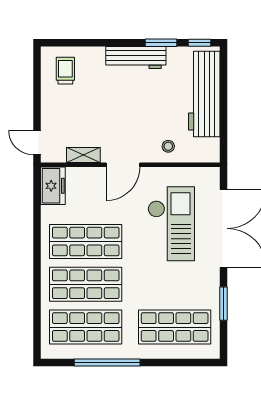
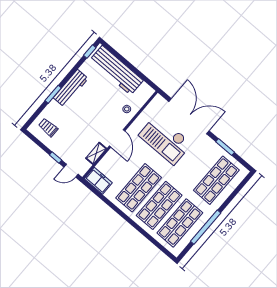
window: (161, 43) -> (53, 94), moved
window: (37, 110) -> (56, 157), added
checkout: (171, 224) -> (165, 139), turned 180

